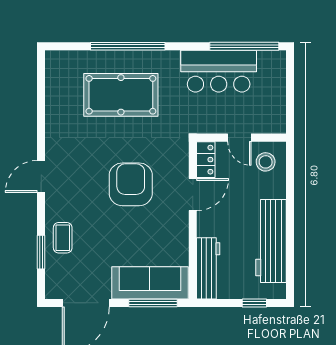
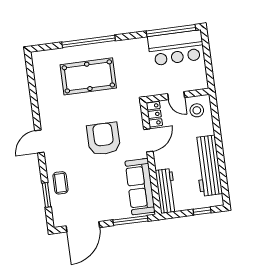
bar counter: (219, 71) -> (176, 48), moved
sofa: (150, 283) -> (140, 187), moved, turned -90

